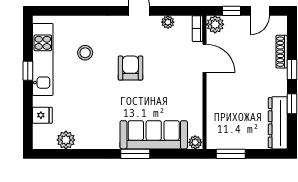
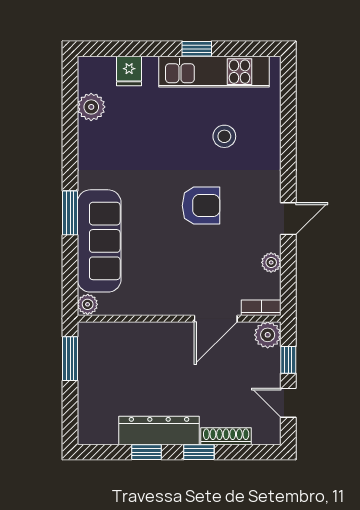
dresser: (278, 123) -> (159, 430), moved

